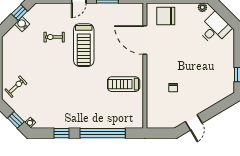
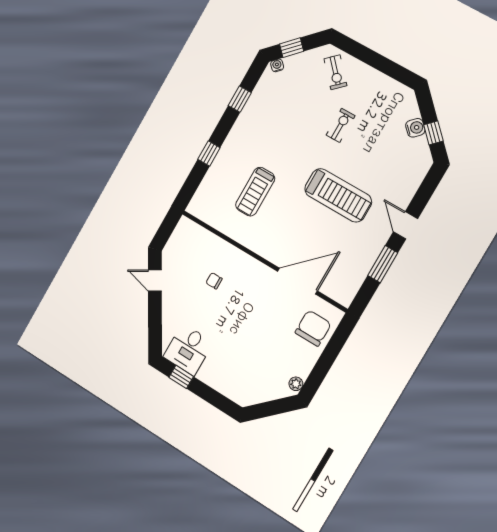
desk: (215, 29) -> (188, 350), moved, turned 45
exercise bike: (54, 37) -> (341, 125), moved
treadmill: (84, 45) -> (338, 195), turned 180
treadmill: (124, 84) -> (255, 192), moved, turned 180
window: (103, 133) -> (209, 153), width x0.32

